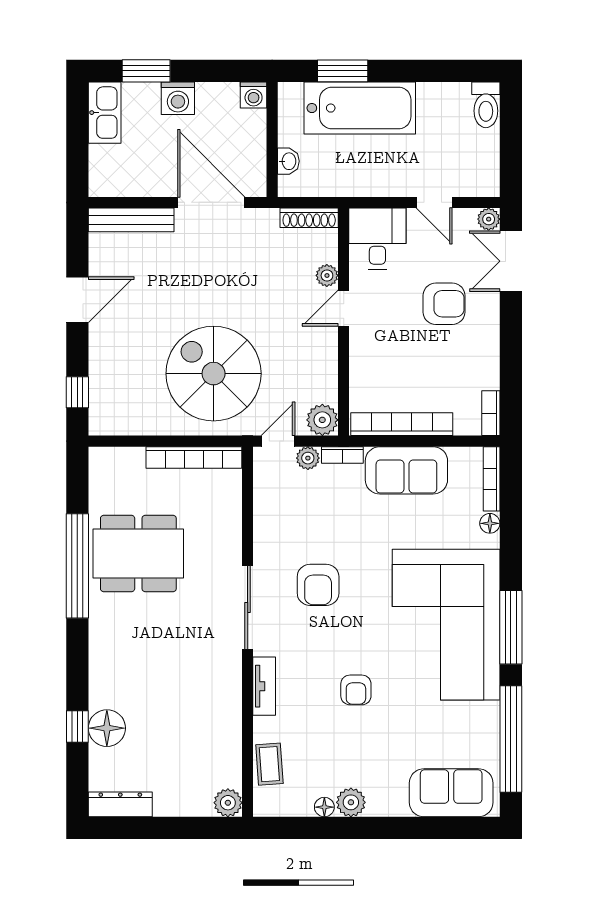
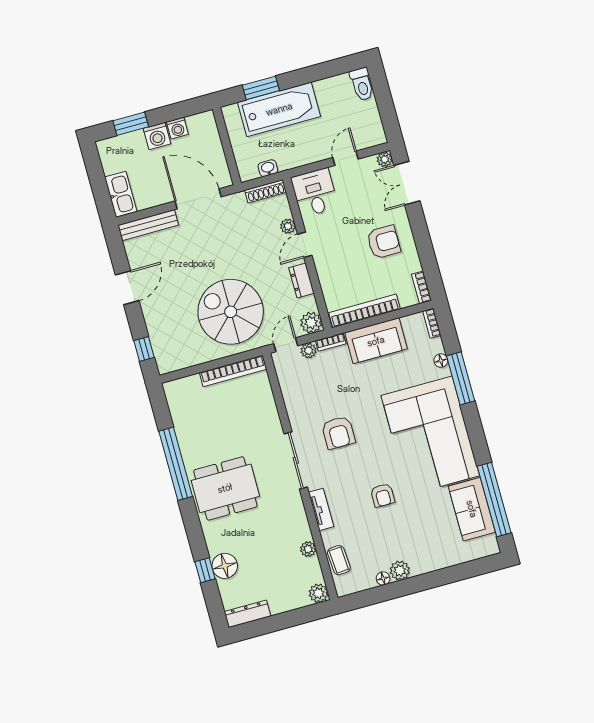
washing machine: (254, 95) -> (177, 128), moved
kitchen sink: (105, 113) -> (121, 194), moved
washbasin: (288, 161) -> (268, 168), moved, turned -90
door: (434, 202) -> (346, 158), swing flipped
armchair: (444, 304) -> (384, 242), moved
dresser: (325, 357) -> (301, 280), added
bookcase: (492, 479) -> (432, 323), width x0.64
dining table: (138, 554) -> (225, 488), moved
window: (511, 627) -> (461, 378), moved
plant: (230, 737) -> (308, 549), added
sofa: (451, 793) -> (472, 509), moved, turned -90

